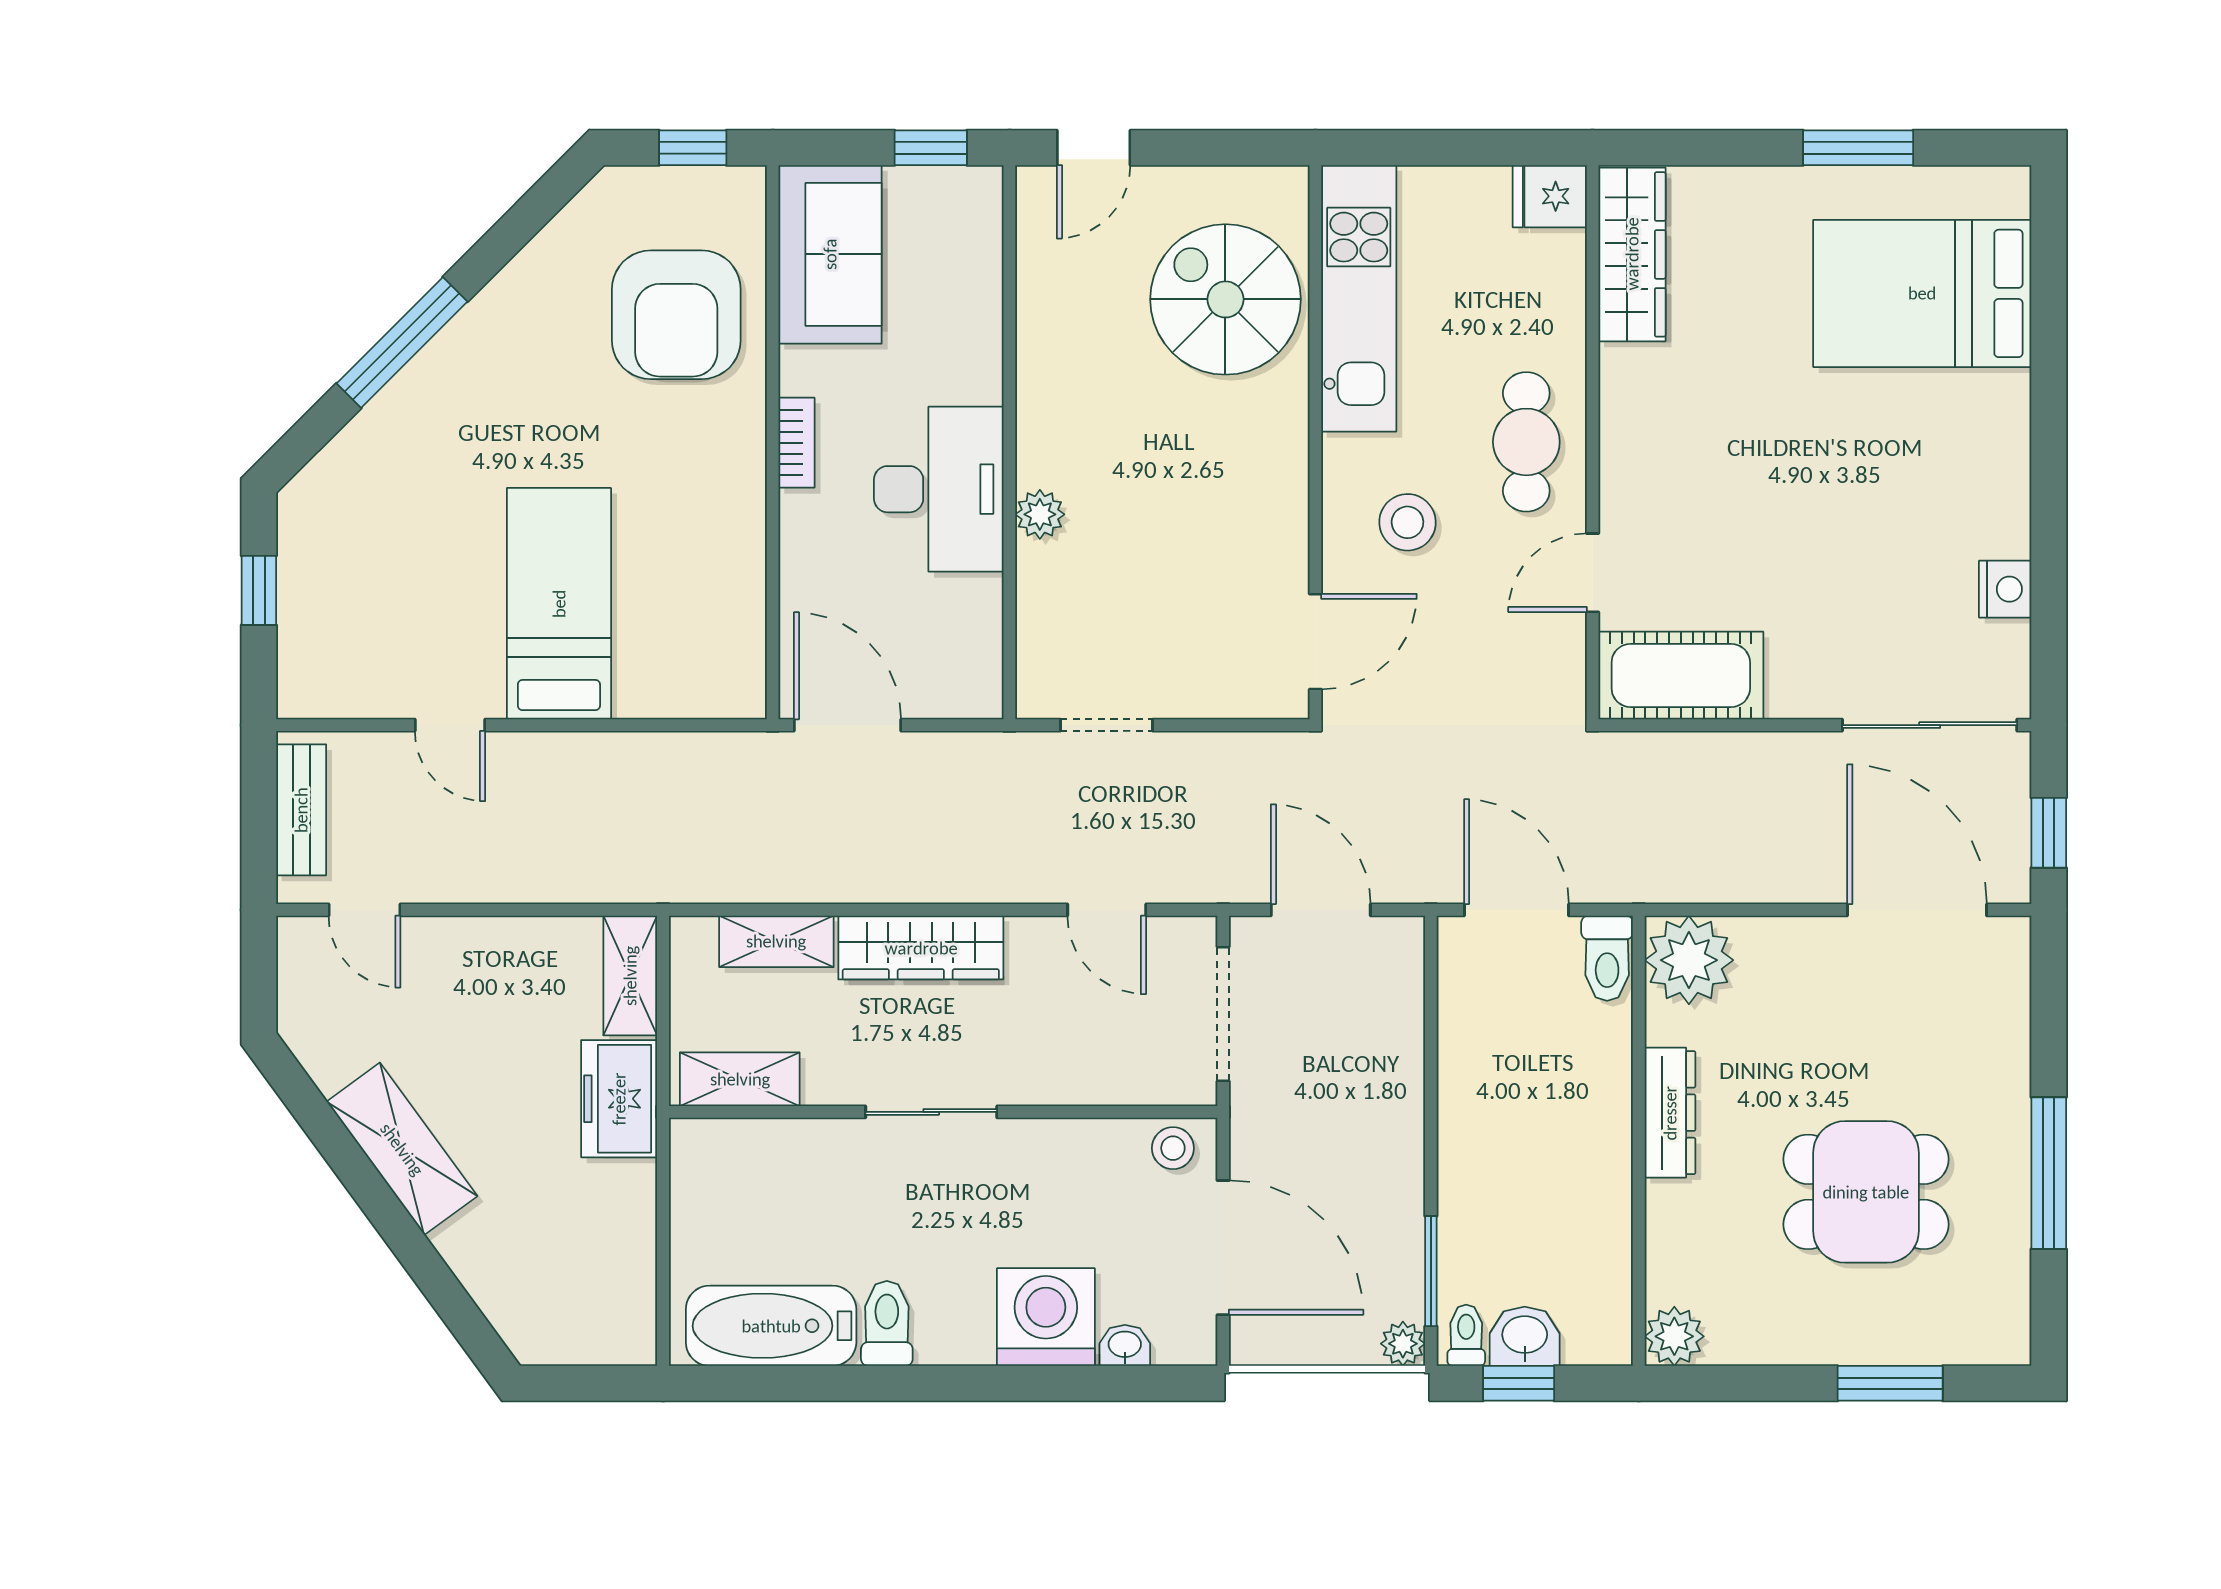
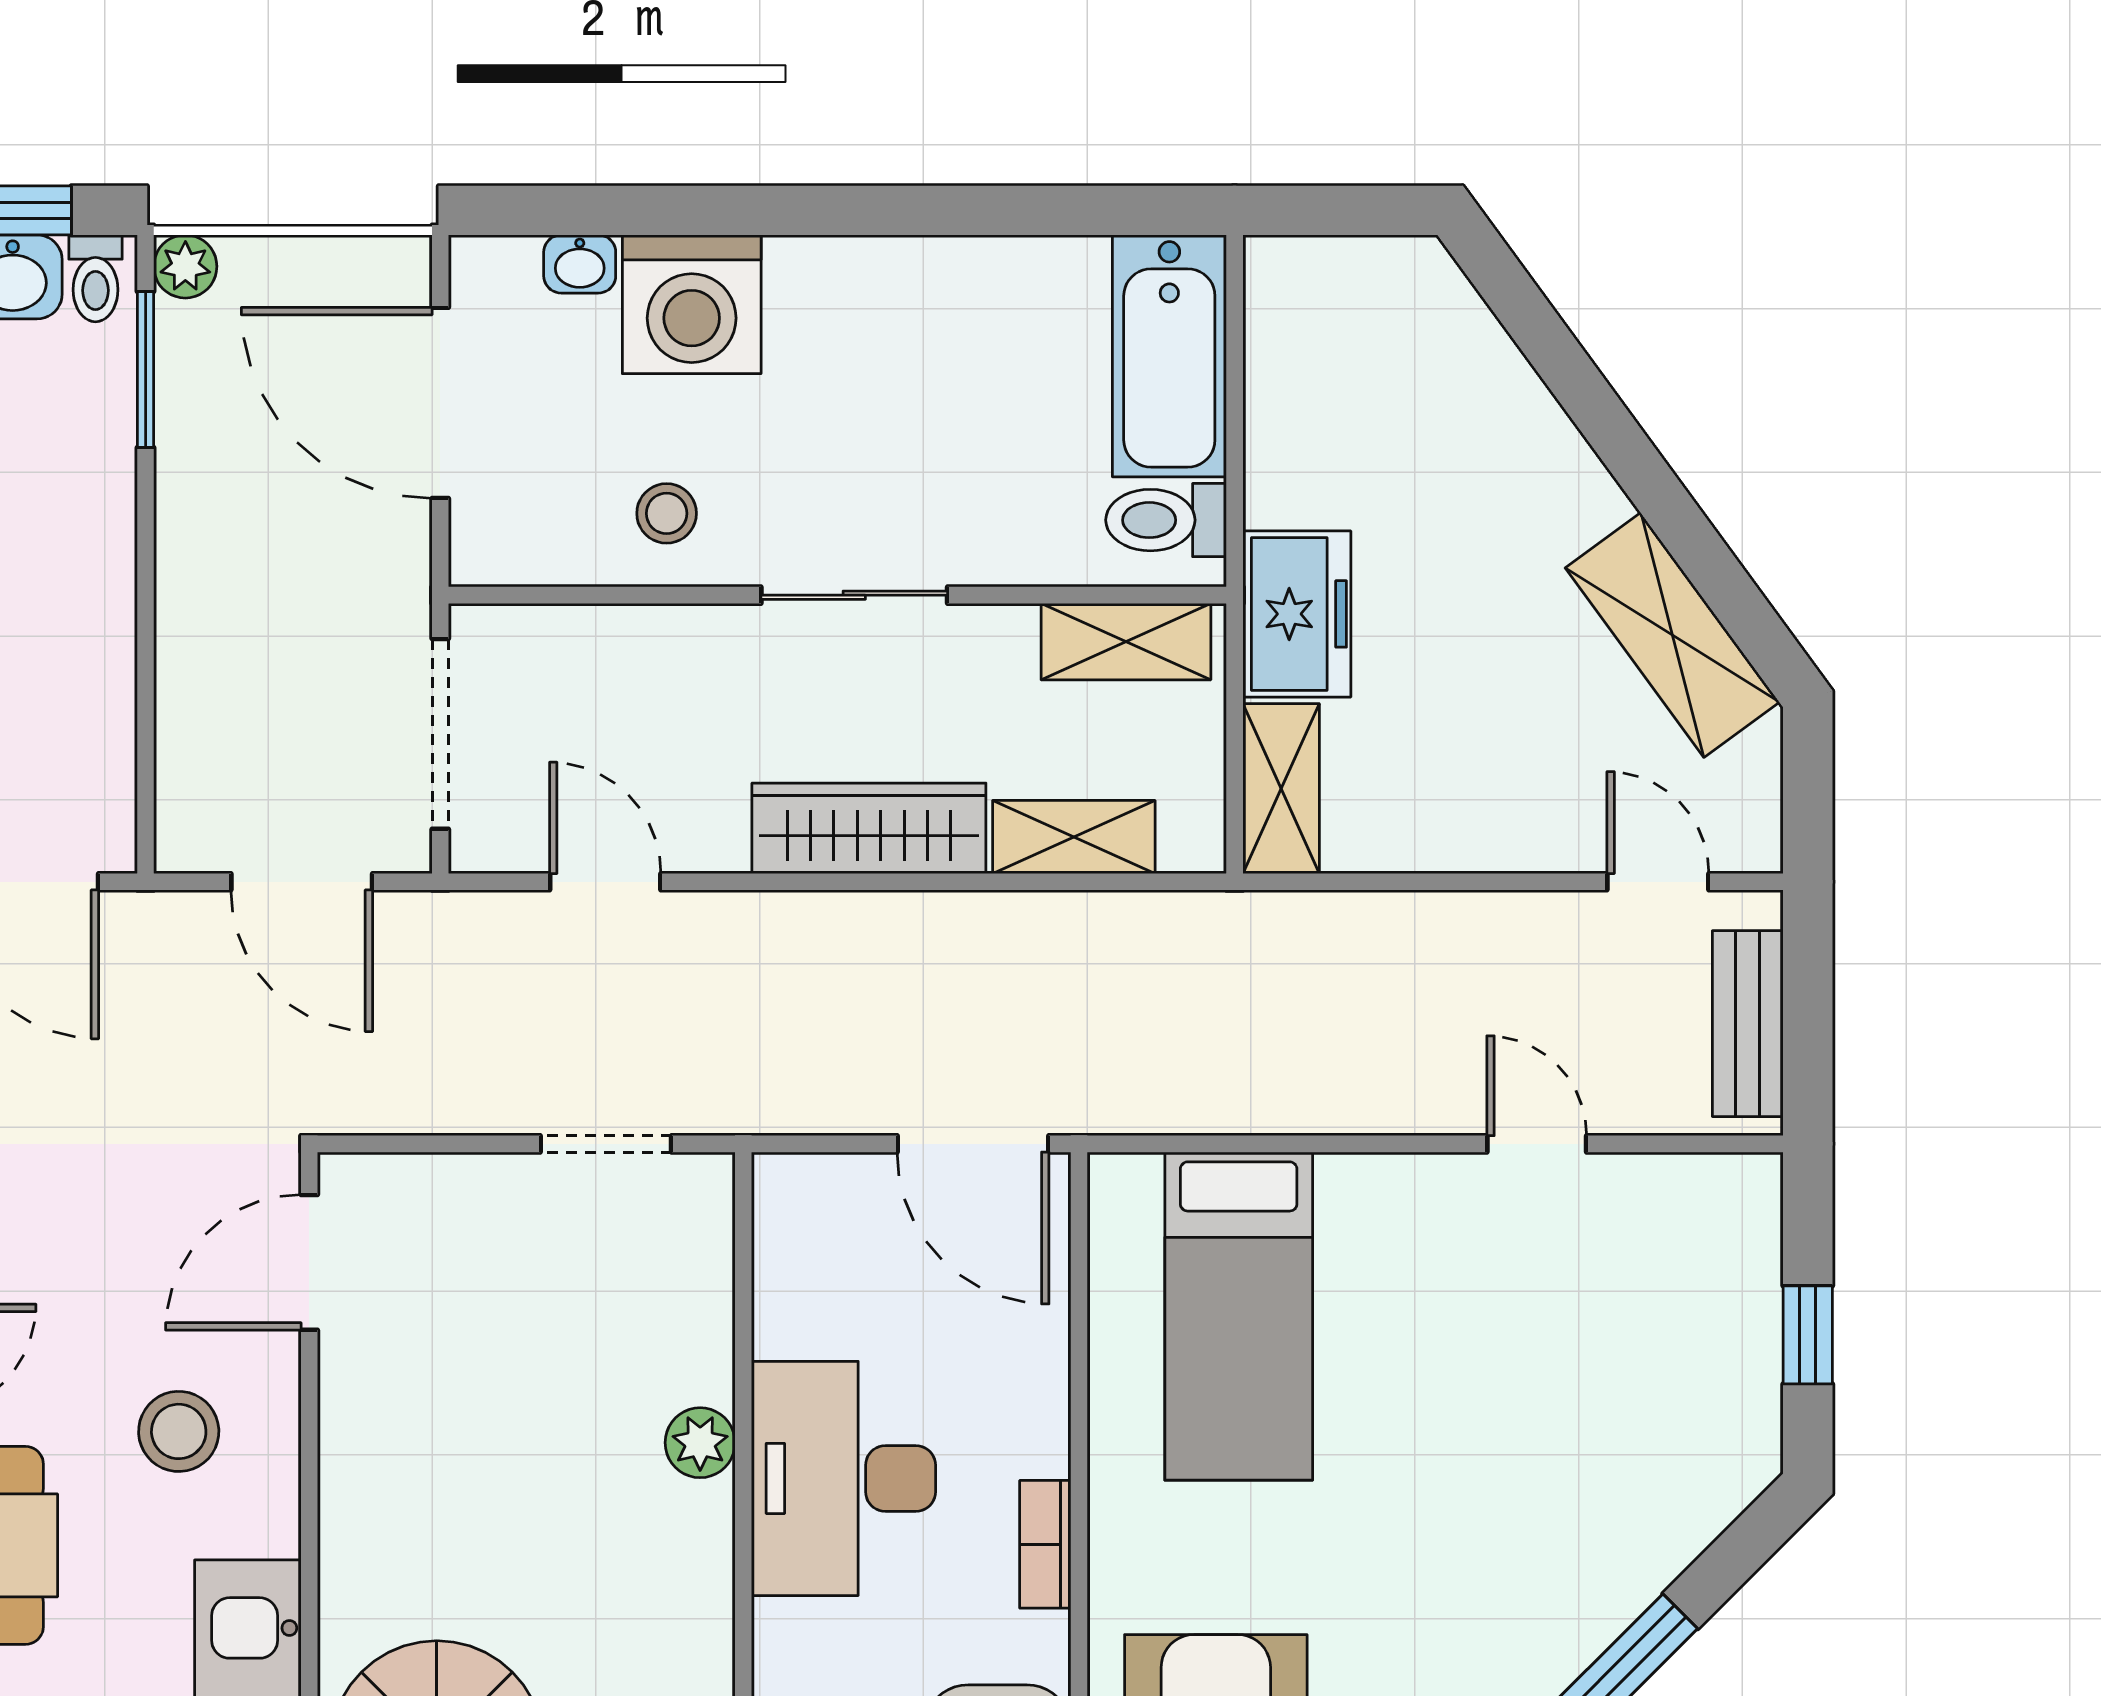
bed: (559, 604) -> (1239, 1316), moved
stool: (1173, 1148) -> (667, 513), moved
shelving: (402, 1149) -> (1672, 635), moved
toilet: (887, 1323) -> (1166, 520), moved, turned 90
bathtub: (771, 1326) -> (1169, 356), moved, turned 90

